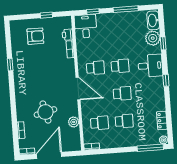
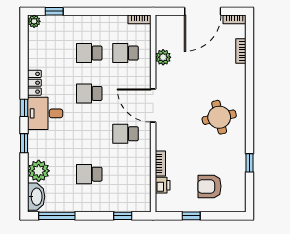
window: (126, 9) -> (57, 216), moved
desk: (86, 26) -> (135, 195), removed
window: (163, 43) -> (24, 143), moved
window: (10, 65) -> (249, 163), moved
school desk: (120, 66) -> (89, 174), moved
desk: (150, 66) -> (45, 113), moved
round table: (45, 112) -> (219, 117), moved
locker: (162, 121) -> (34, 83), moved
window: (150, 148) -> (54, 11), width x0.46

